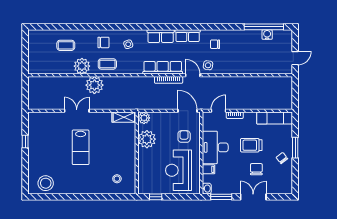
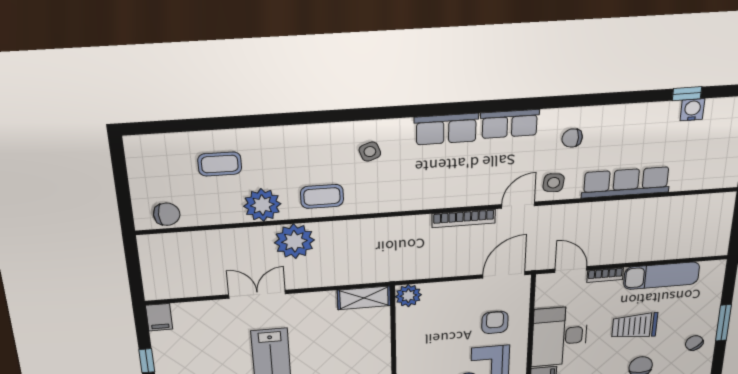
window: (264, 27) -> (687, 94), width x0.32
chair: (104, 42) -> (167, 214), moved
row of seats: (163, 68) -> (626, 182), moved
door: (193, 75) -> (518, 205), hinge flipped
door: (187, 111) -> (504, 275), hinge flipped
door: (218, 111) -> (571, 269), hinge flipped
exam couch: (275, 118) -> (662, 276), moved
filing cabinet: (33, 119) -> (159, 317), added
plant: (147, 139) -> (415, 334), removed

